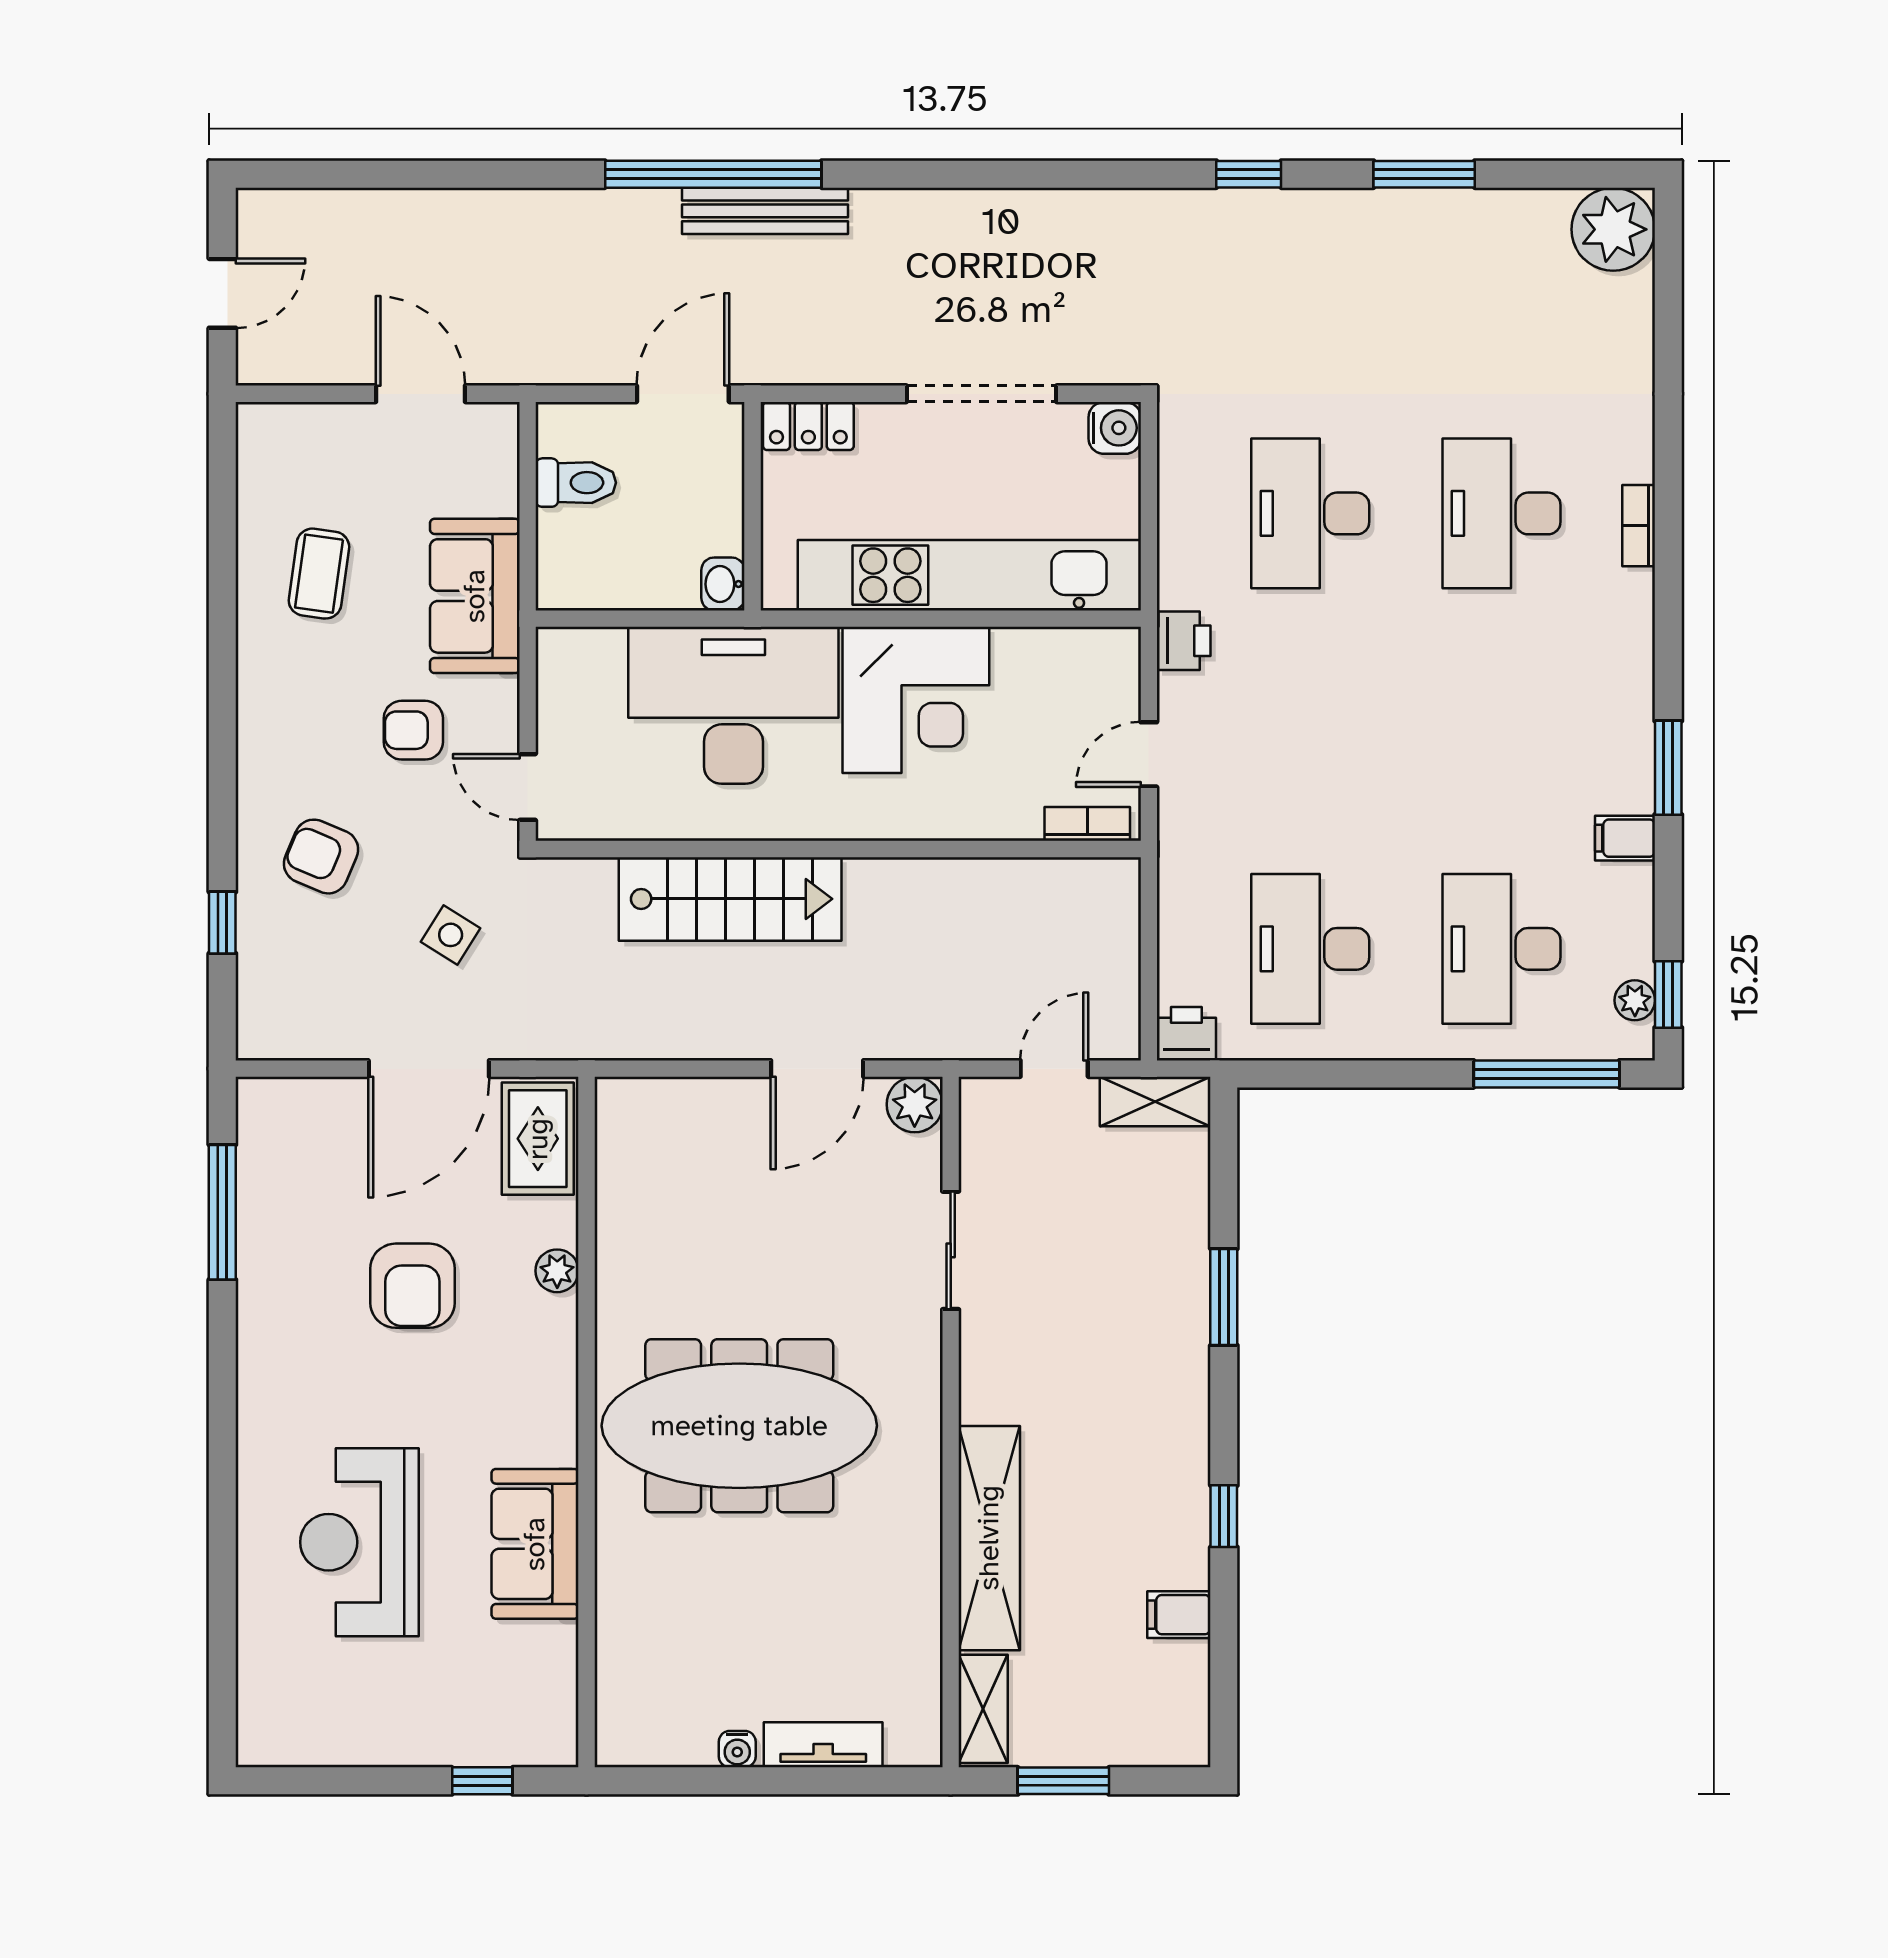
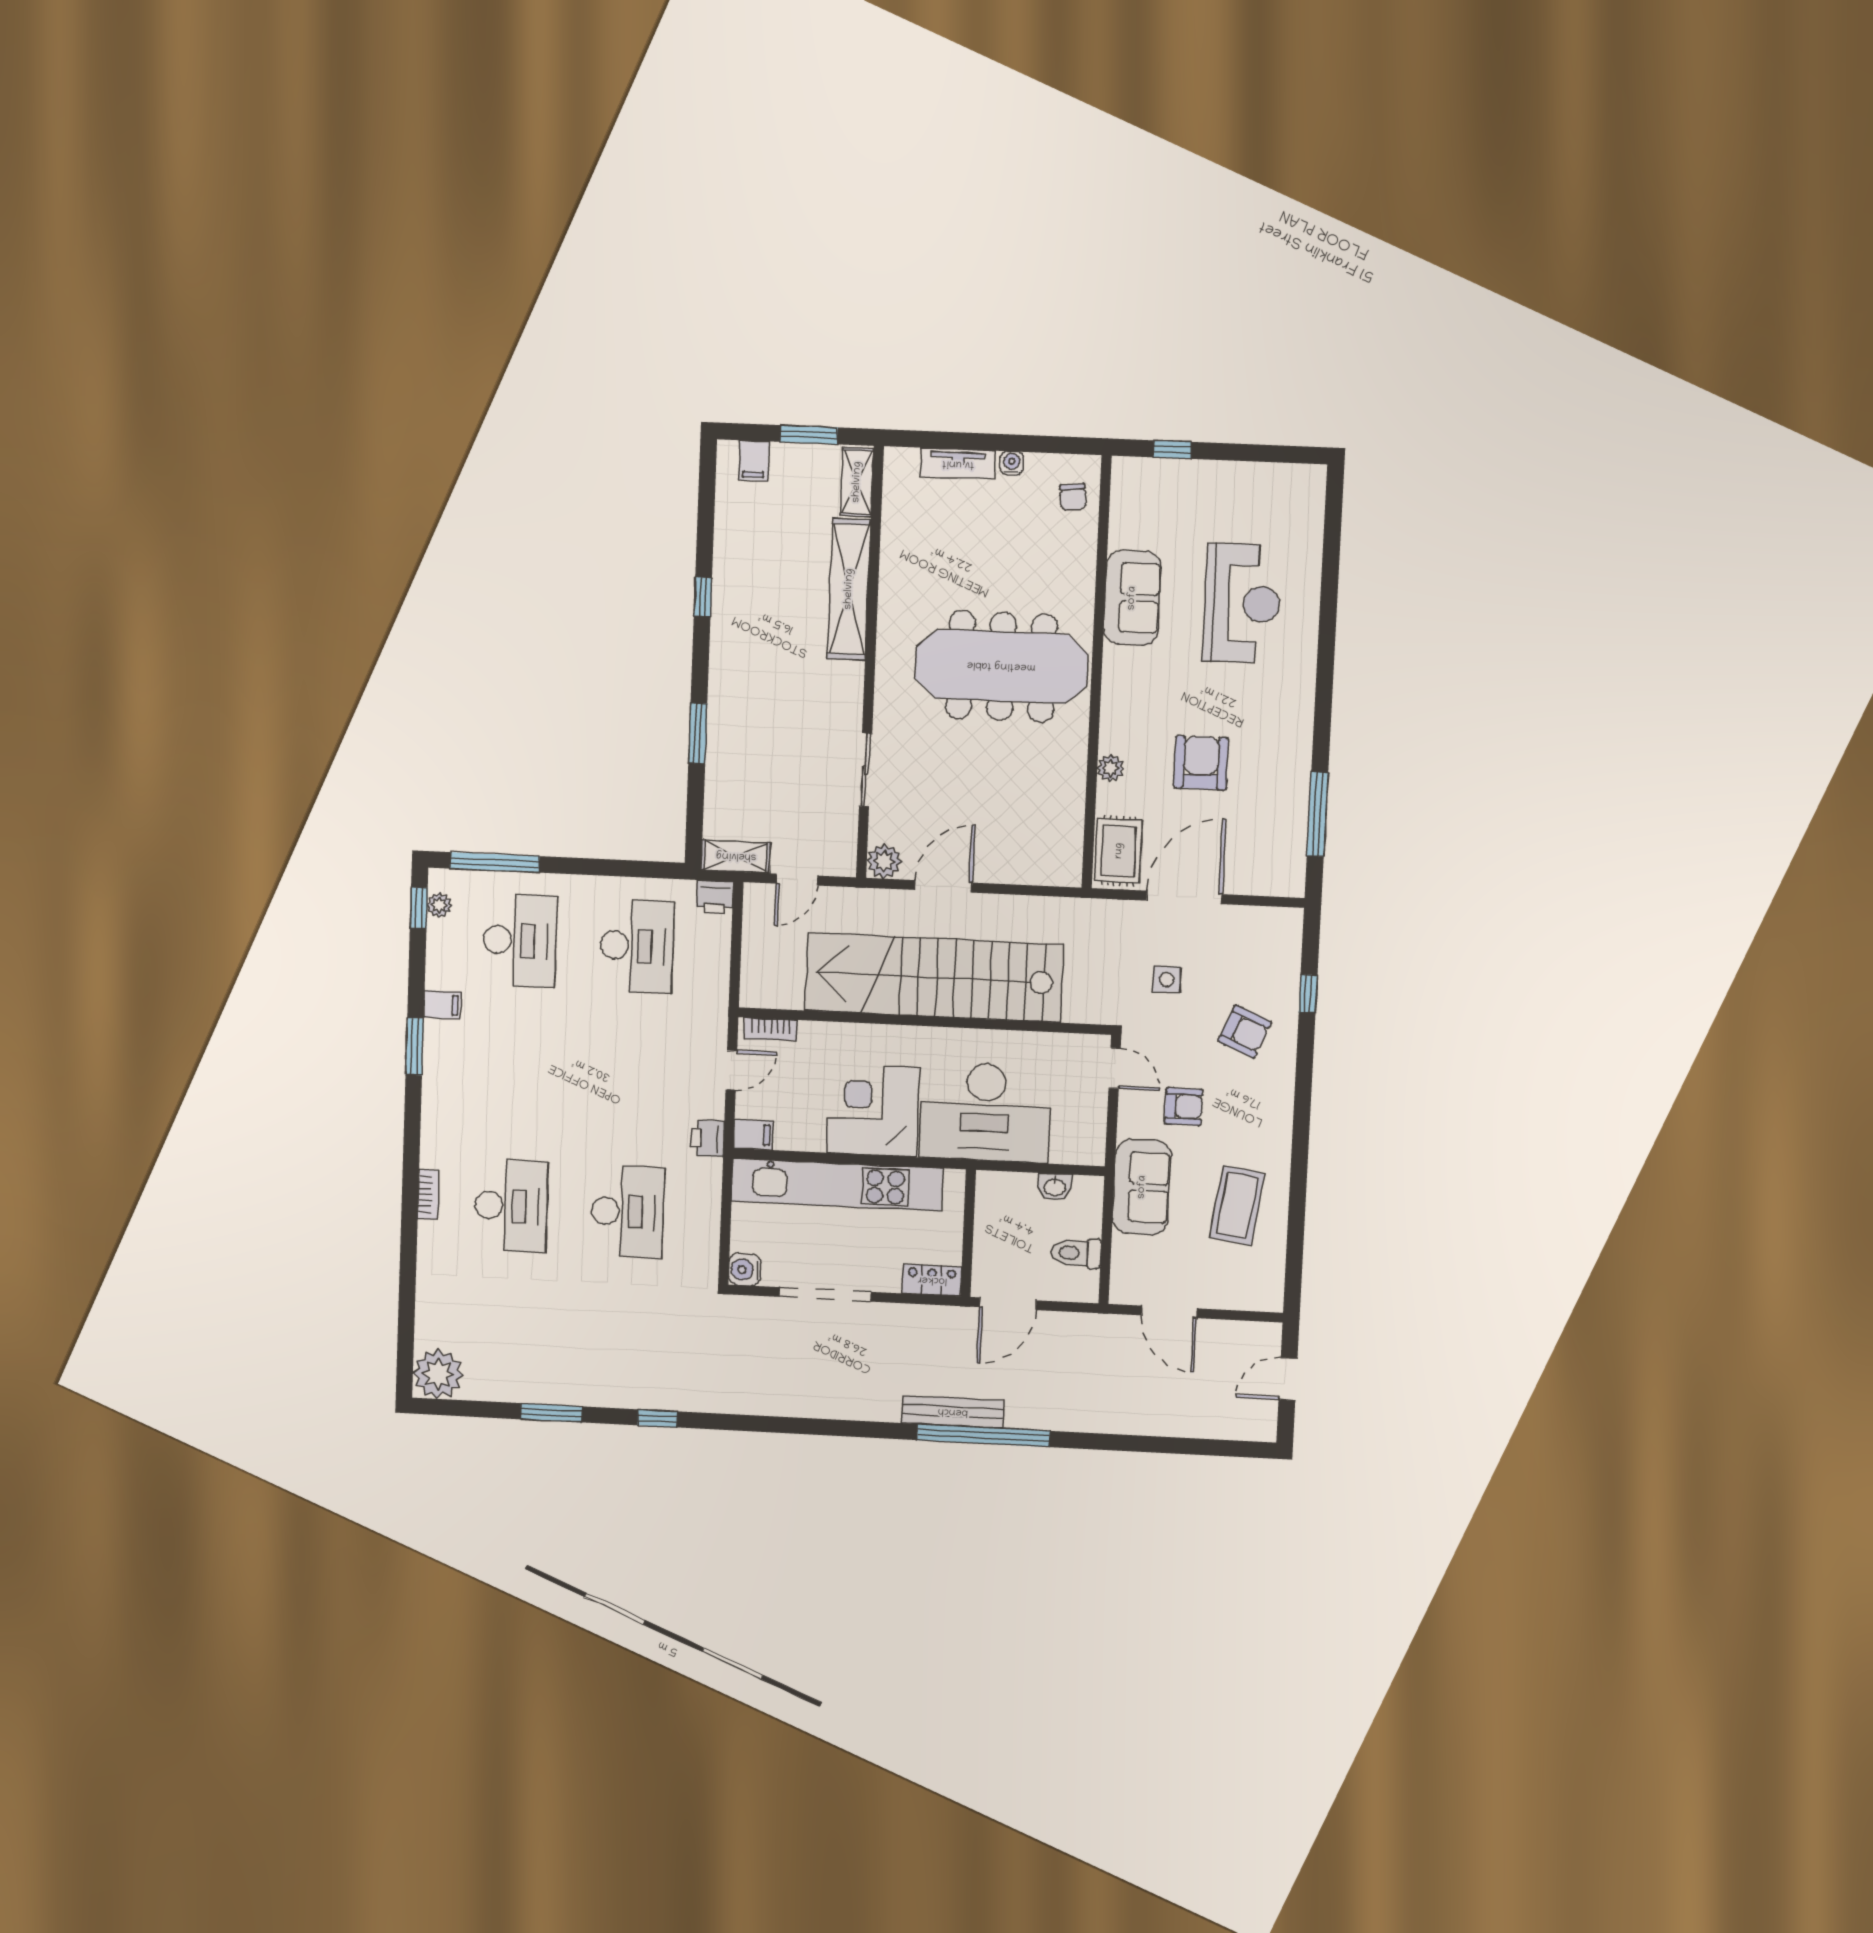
coffee table: (319, 574) -> (1237, 1205), width x1.36, depth x1.30
washbasin: (723, 584) -> (1055, 1187), moved, turned 90
filing cabinet: (1109, 650) -> (753, 1135), added
stairs: (730, 899) -> (934, 978), width x1.86, depth x1.51
side table: (451, 935) -> (1167, 979), turned -32
filing cabinet: (1179, 1615) -> (754, 461), moved, turned 90
chair: (637, 1700) -> (1073, 497), added

